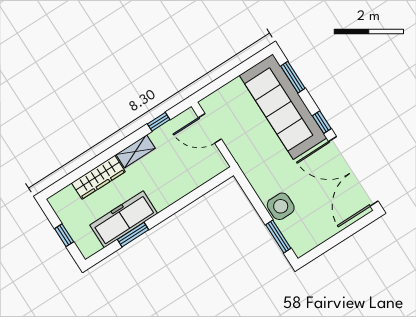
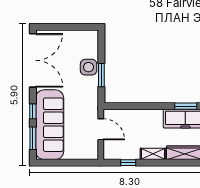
window: (322, 122) -> (33, 111), moved
door: (210, 128) -> (101, 129), moved
window: (278, 237) -> (101, 75), moved

